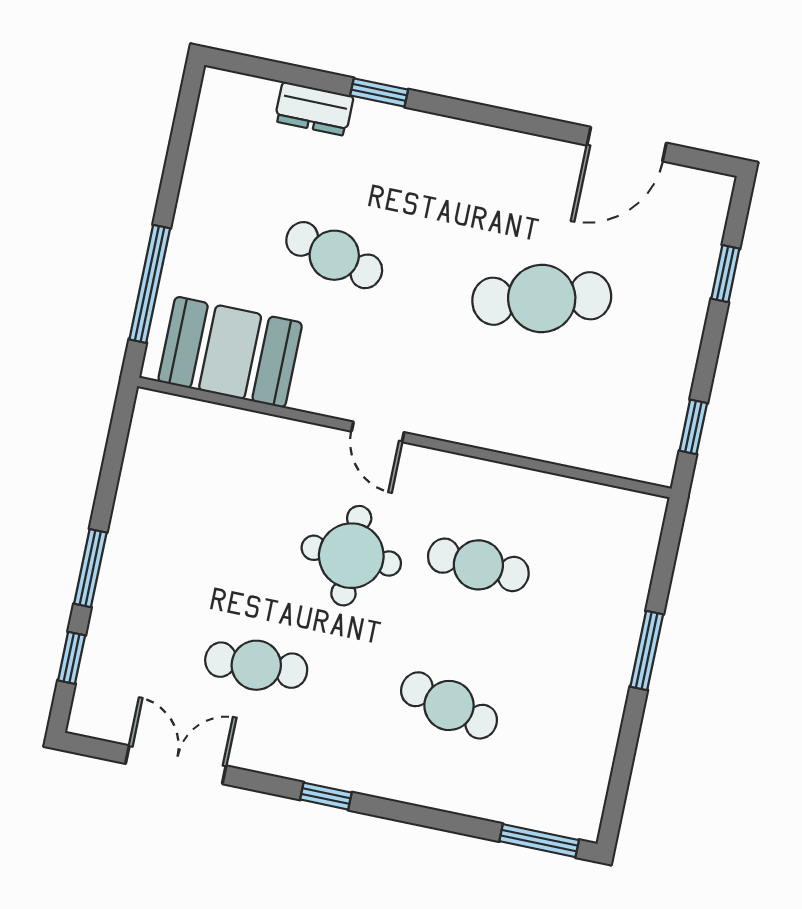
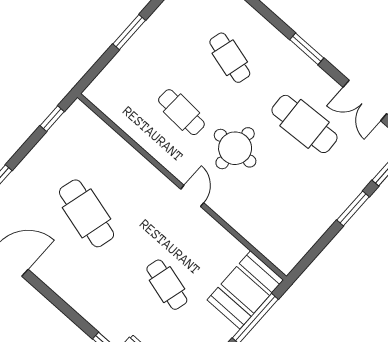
cafe table: (542, 298) -> (87, 213), turned 30
booth: (230, 352) -> (245, 290), moved, turned 90
cafe table: (256, 665) -> (304, 124), width x1.37, depth x1.35
window: (326, 796) -> (307, 49), width x1.50

